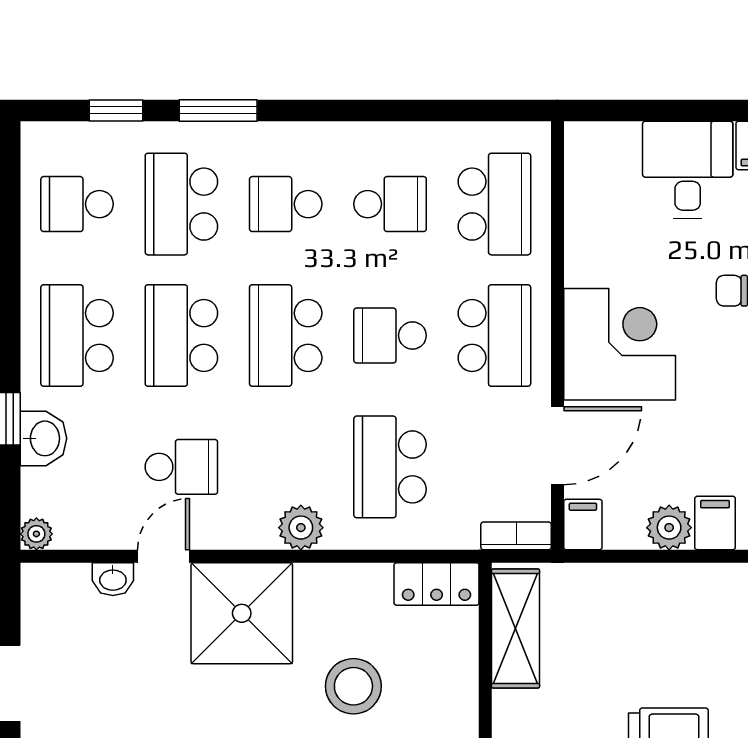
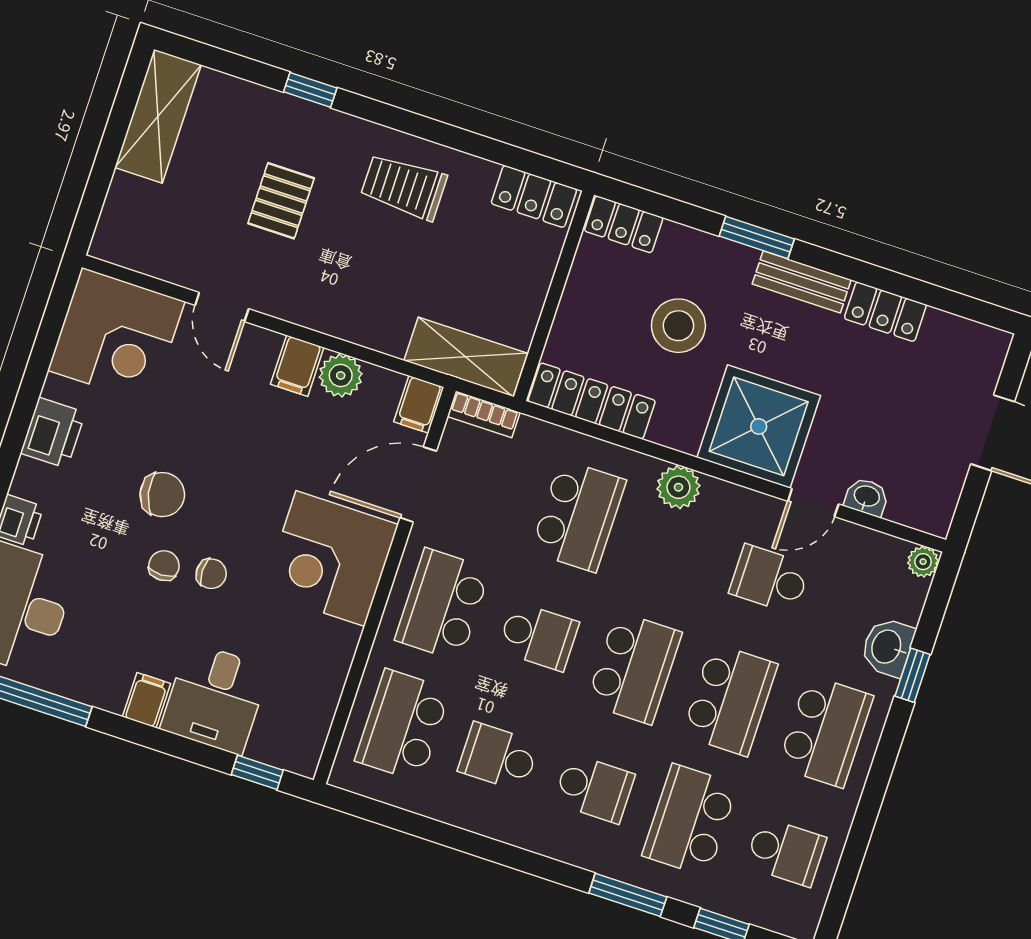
window: (622, 110) -> (257, 772), added
school desk: (181, 204) -> (690, 820), turned 180
locker: (437, 584) -> (592, 401), width x1.53
shelving: (516, 628) -> (466, 357), moved, turned 90

